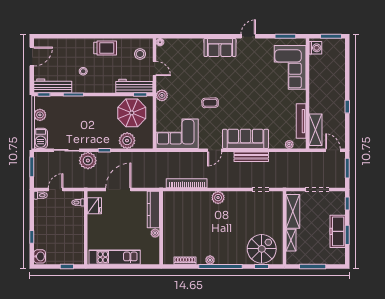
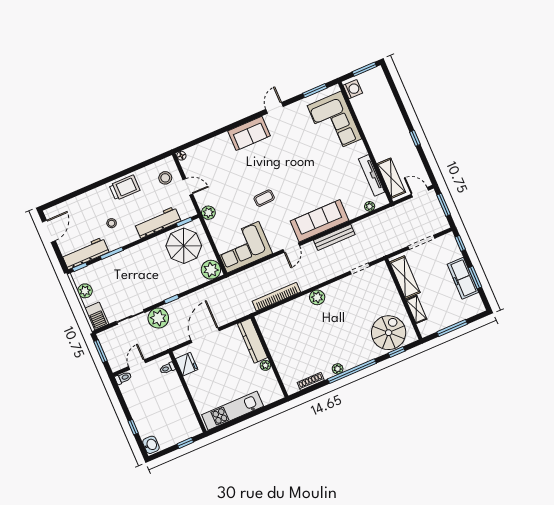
workbench: (134, 86) -> (158, 222), moved
plant: (127, 141) -> (211, 270), moved

